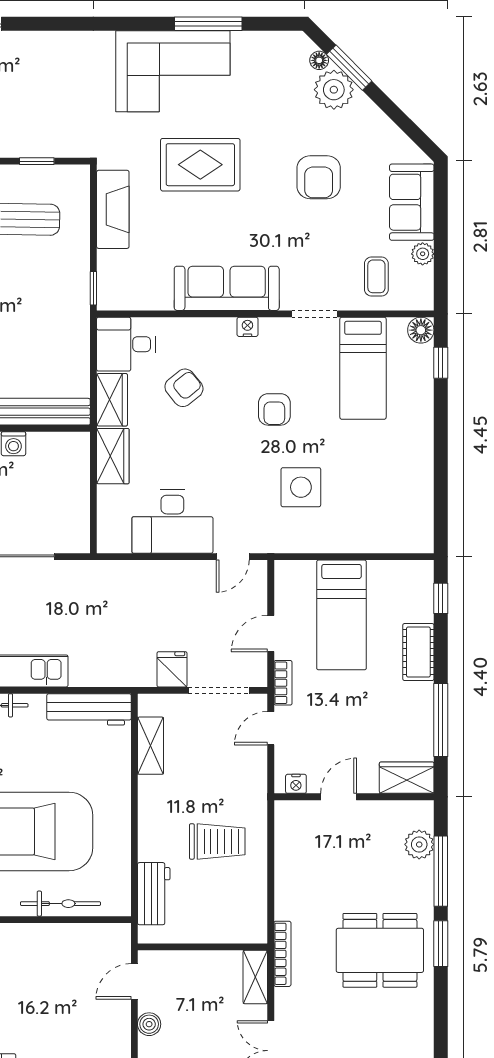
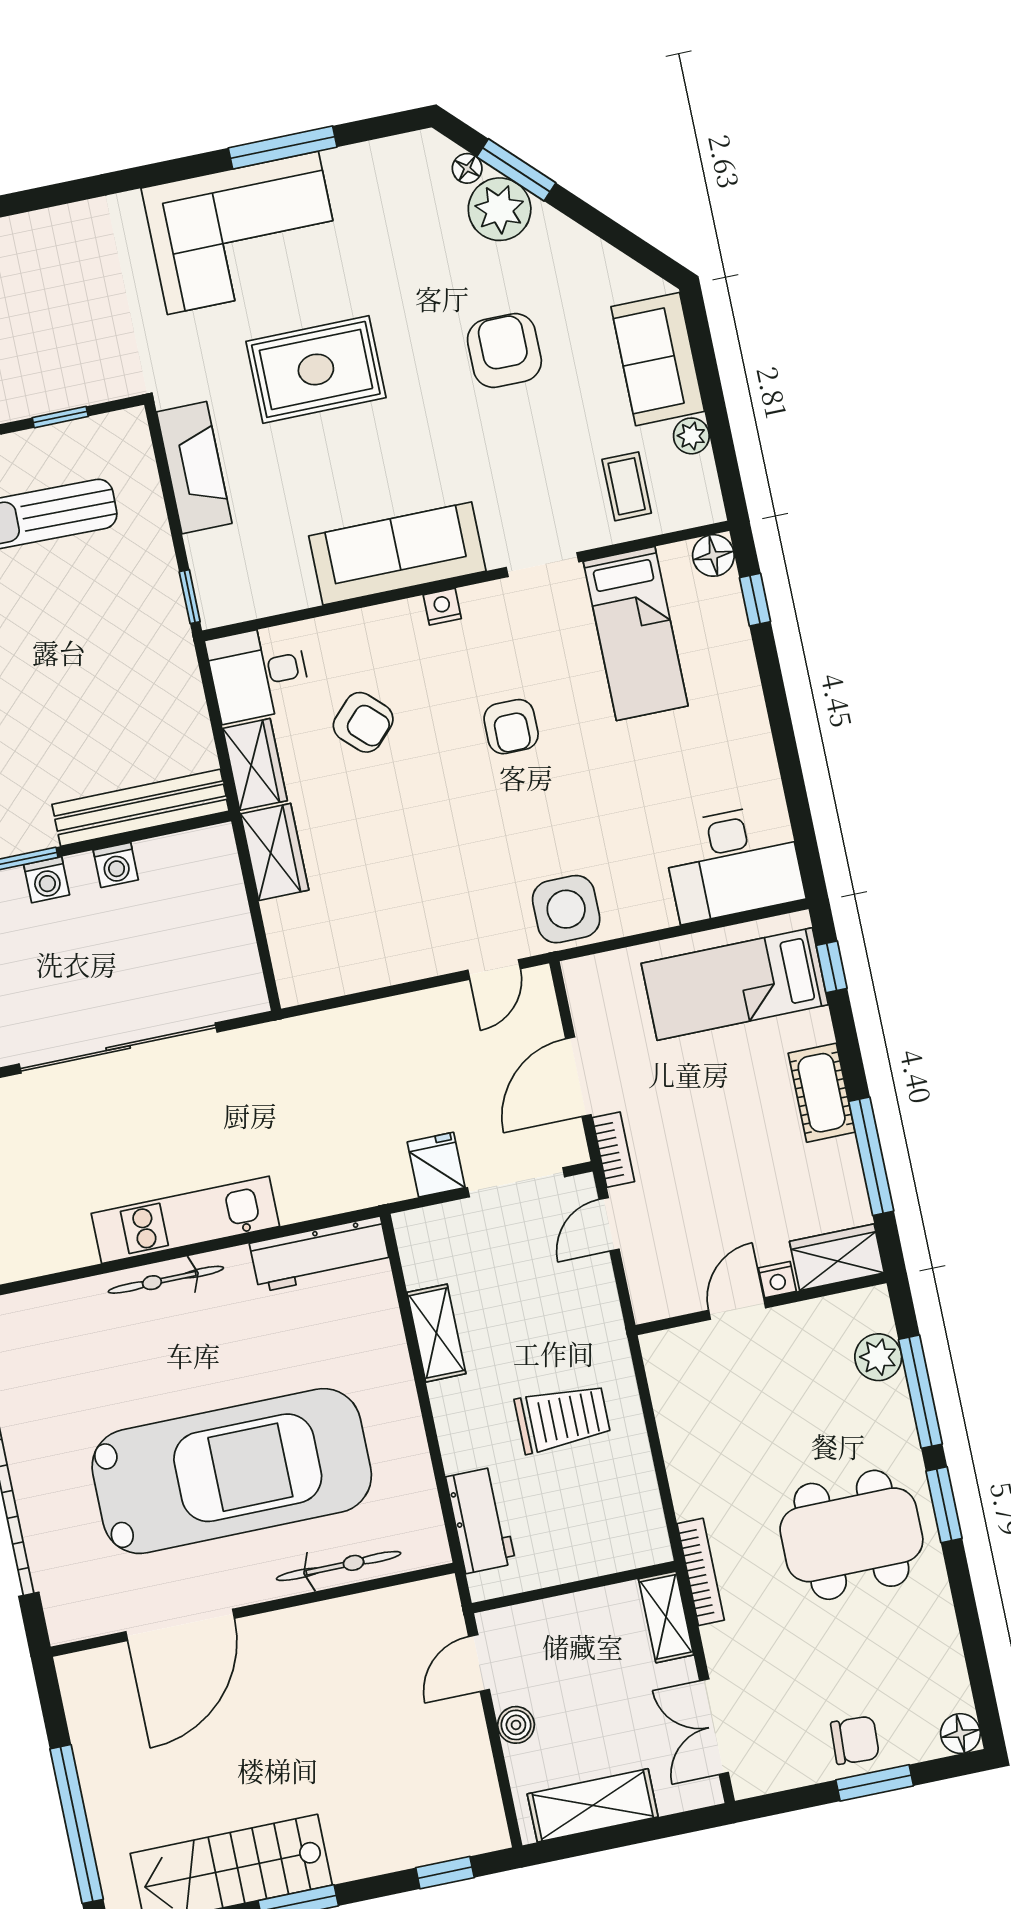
armchair: (319, 177) -> (504, 350), turned 180
armchair: (184, 388) -> (363, 722), turned 83
side table: (301, 487) -> (566, 909), moved
desk: (172, 522) -> (733, 863), moved
bed: (342, 615) -> (735, 984), moved, turned 90
door: (271, 633) -> (578, 1077), width x1.38
cot: (418, 652) -> (822, 1093), moved
shelving: (151, 746) -> (436, 1333), moved
nightstand: (296, 784) -> (777, 1280), moved

